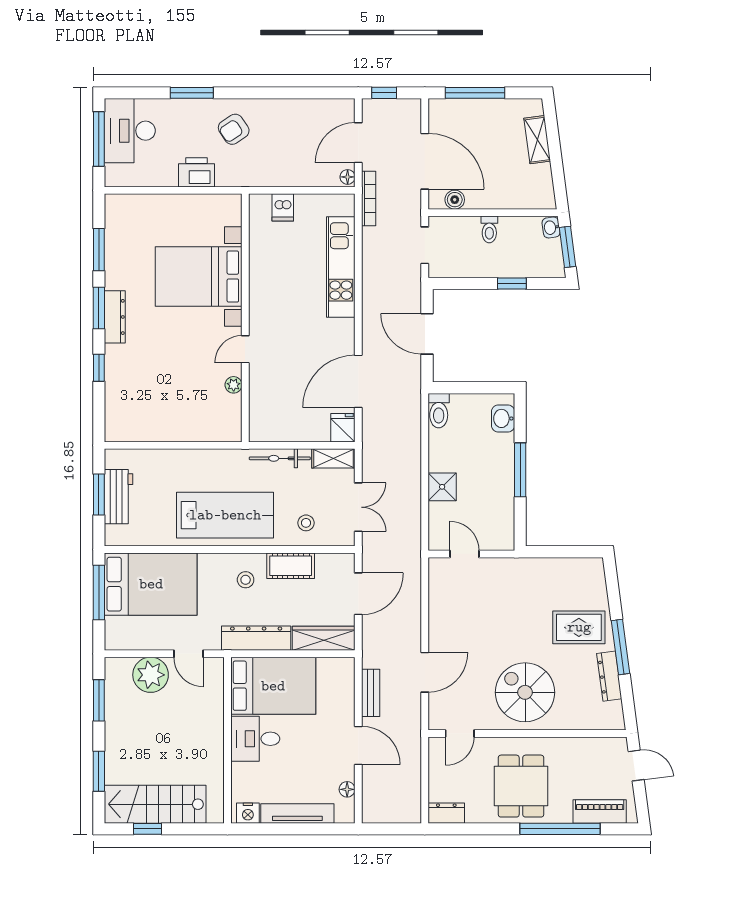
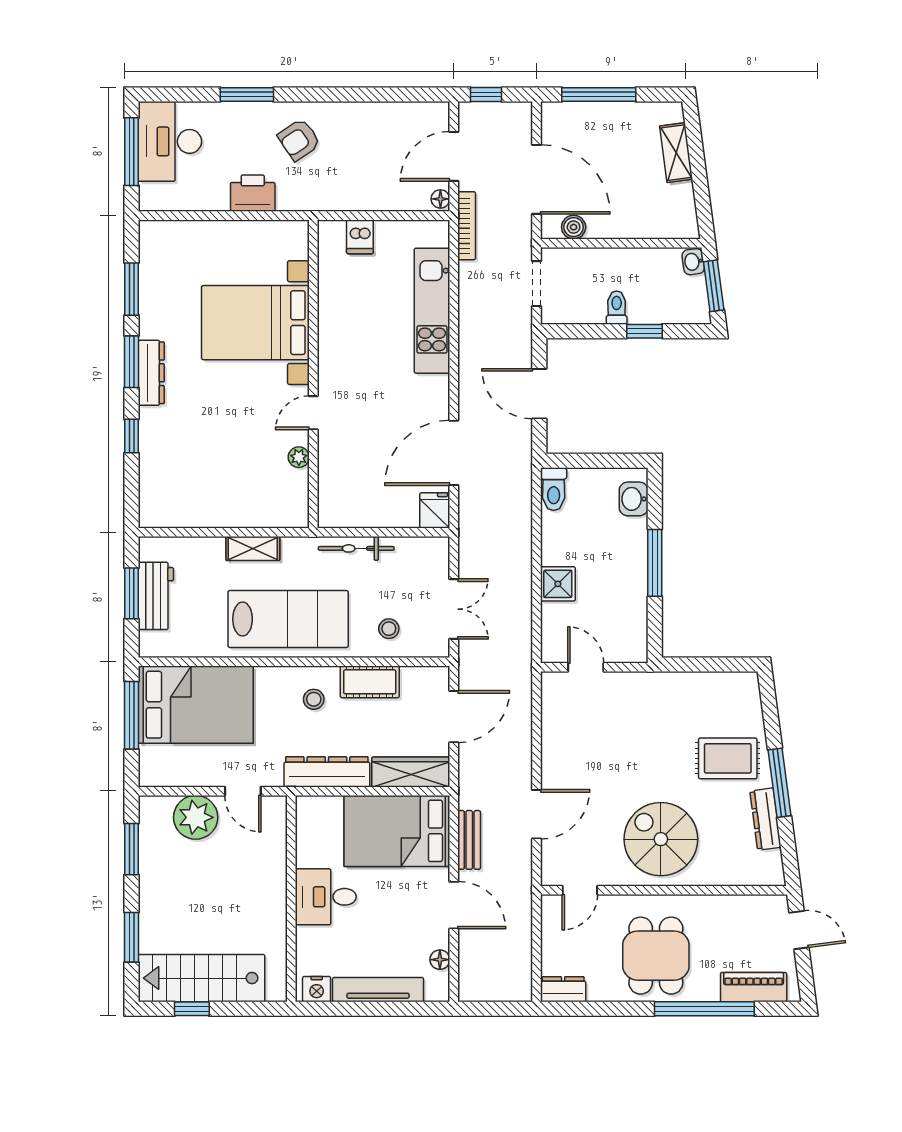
toilet: (489, 229) -> (617, 308), moved, turned 180
shelving: (333, 458) -> (253, 548), moved
bed: (273, 686) -> (397, 831), moved, turned 180

